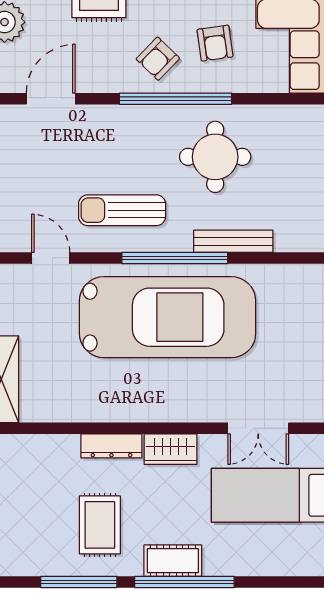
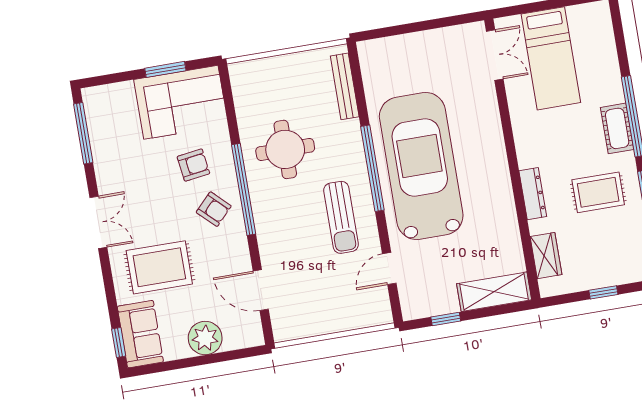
bench: (233, 241) -> (345, 86), moved
double door: (258, 428) -> (495, 55), moved
wardrobe: (170, 449) -> (546, 256), moved

